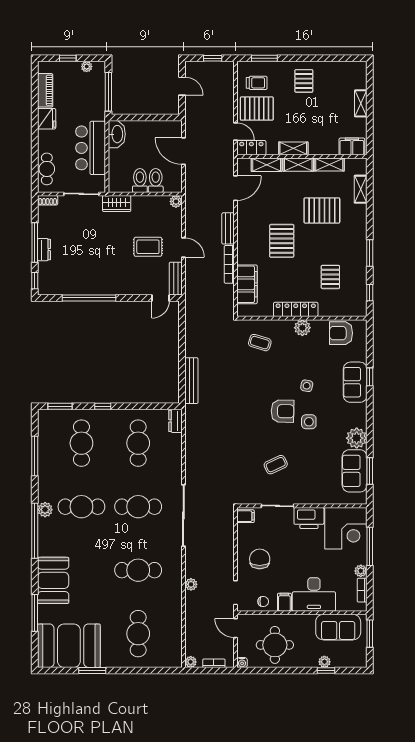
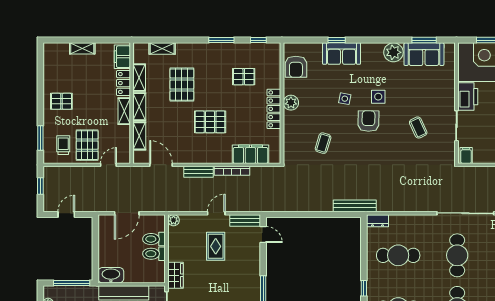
locker: (251, 148) -> (123, 83), moved
coffee table: (260, 343) -> (323, 143), moved
bench: (191, 381) -> (355, 206), moved

